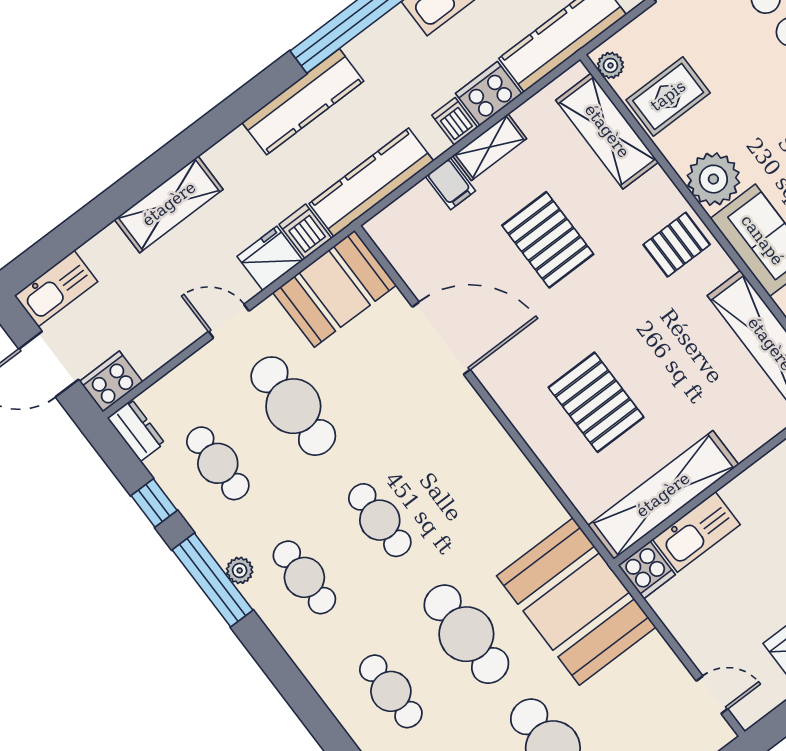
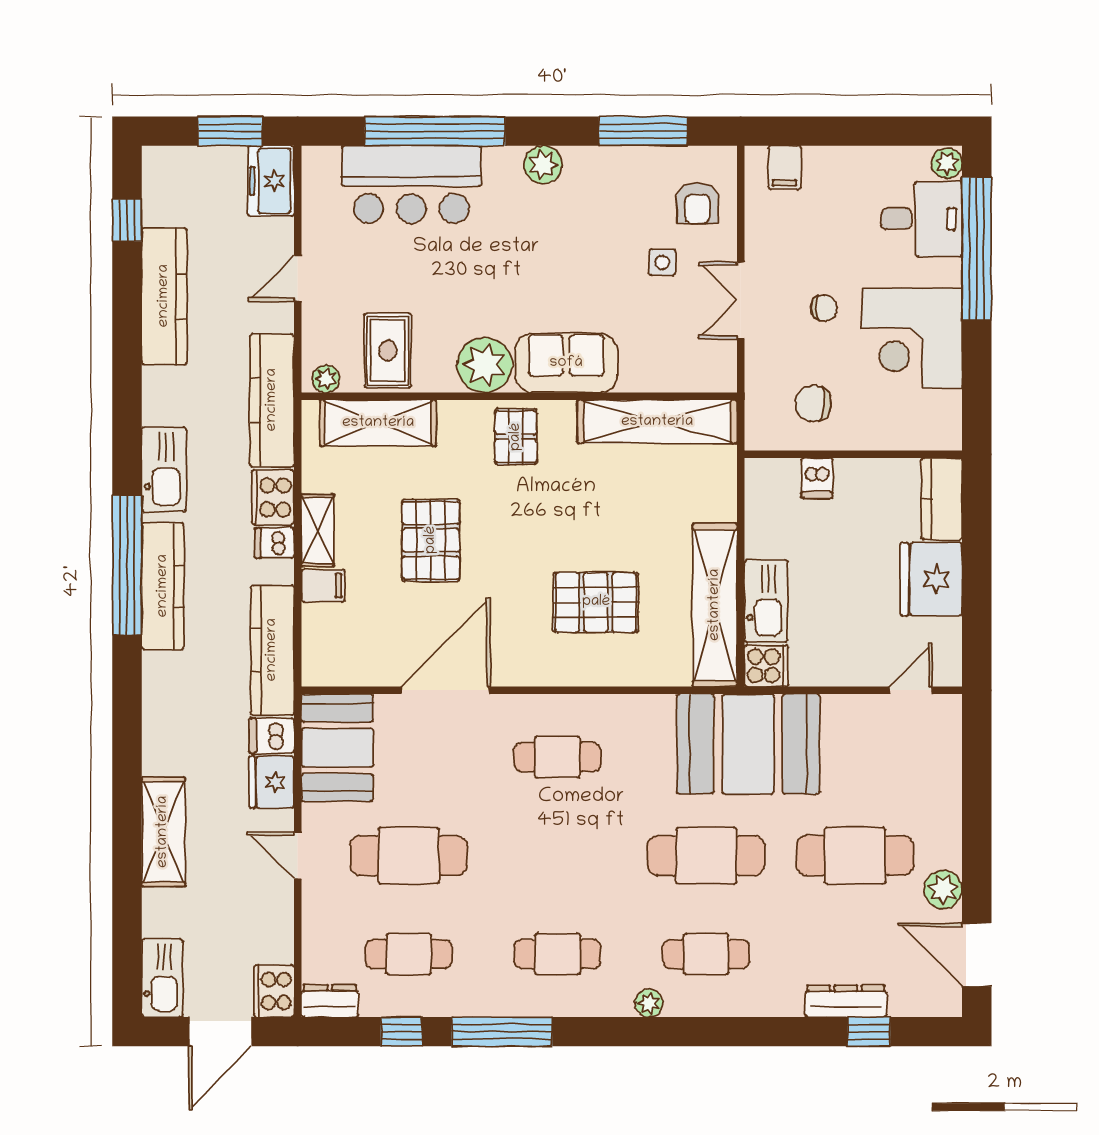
kitchen counter: (303, 102) -> (163, 586), moved
pallet: (548, 240) -> (431, 540), turned 90
door: (229, 321) -> (298, 856), hinge flipped
cafe table: (380, 520) -> (557, 757), moved
plant: (240, 570) -> (649, 1003), moved

